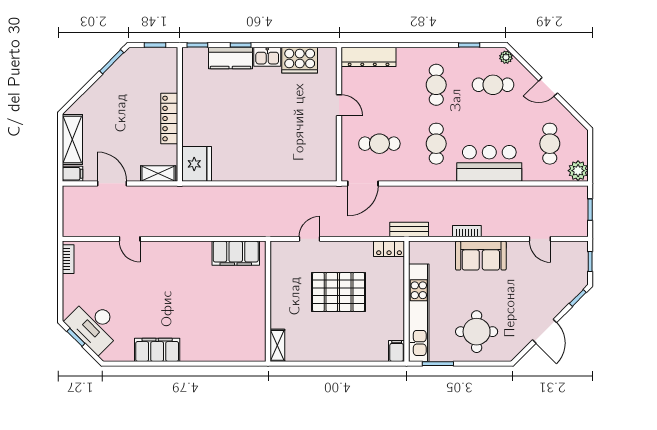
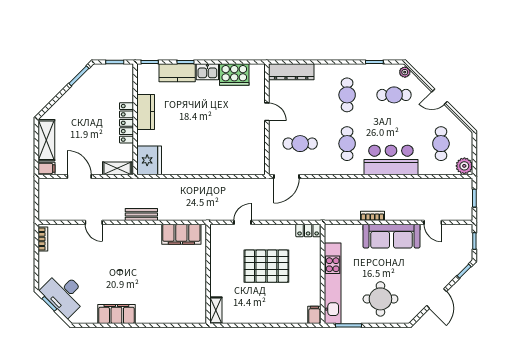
kitchen counter: (192, 105) -> (146, 112), added
bench: (409, 229) -> (141, 215), moved
sofa: (481, 256) -> (392, 236), width x1.36

